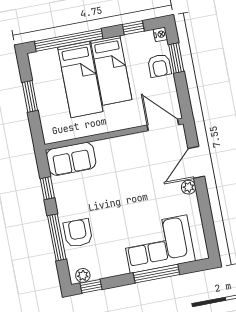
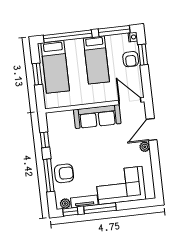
window: (133, 28) -> (114, 31), width x2.17
bed: (80, 80) -> (55, 67), moved
sofa: (71, 159) -> (97, 117), moved, width x1.36
armchair: (78, 233) -> (64, 173), turned 90
tv unit: (109, 270) -> (84, 201), added
window: (156, 274) -> (100, 208), moved

